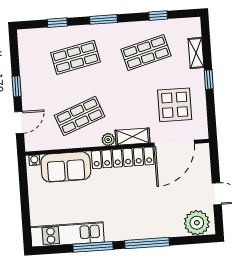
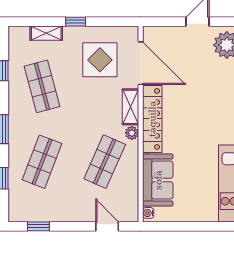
shop shelf: (75, 57) -> (42, 162), turned 33
window: (17, 86) -> (38, 226), moved
shop shelf: (80, 116) -> (105, 162), turned 45

